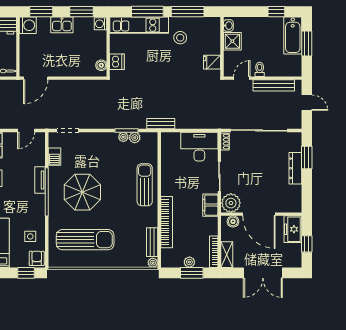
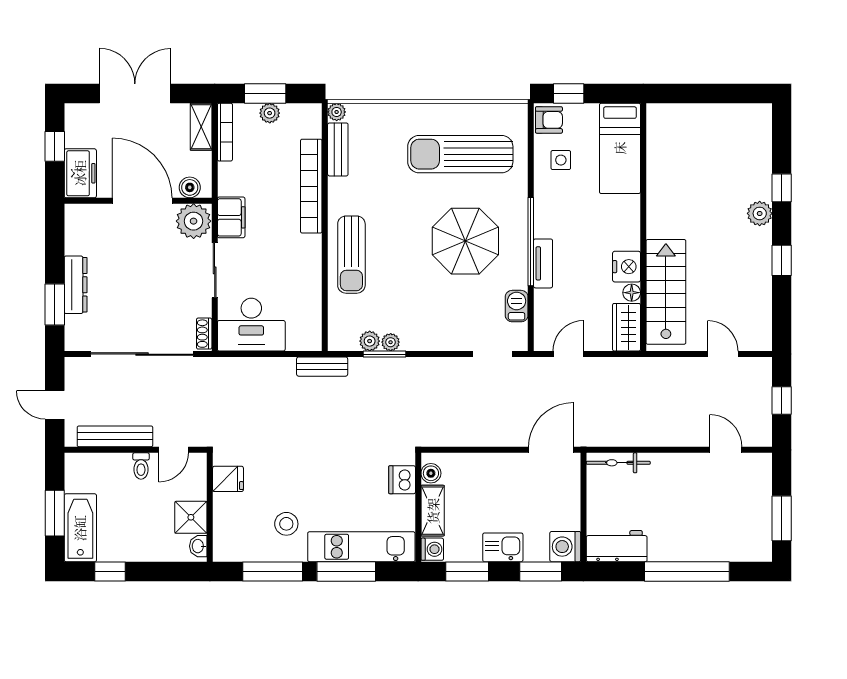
shelving: (100, 45) -> (433, 511), added
armchair: (37, 258) -> (549, 120), turned -90

